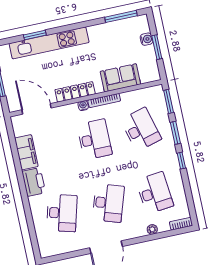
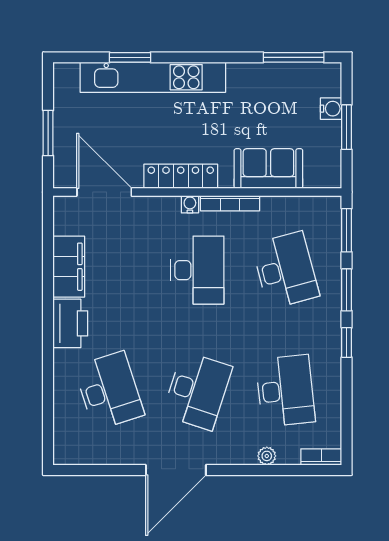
desk: (62, 213) -> (109, 391), turned -33

